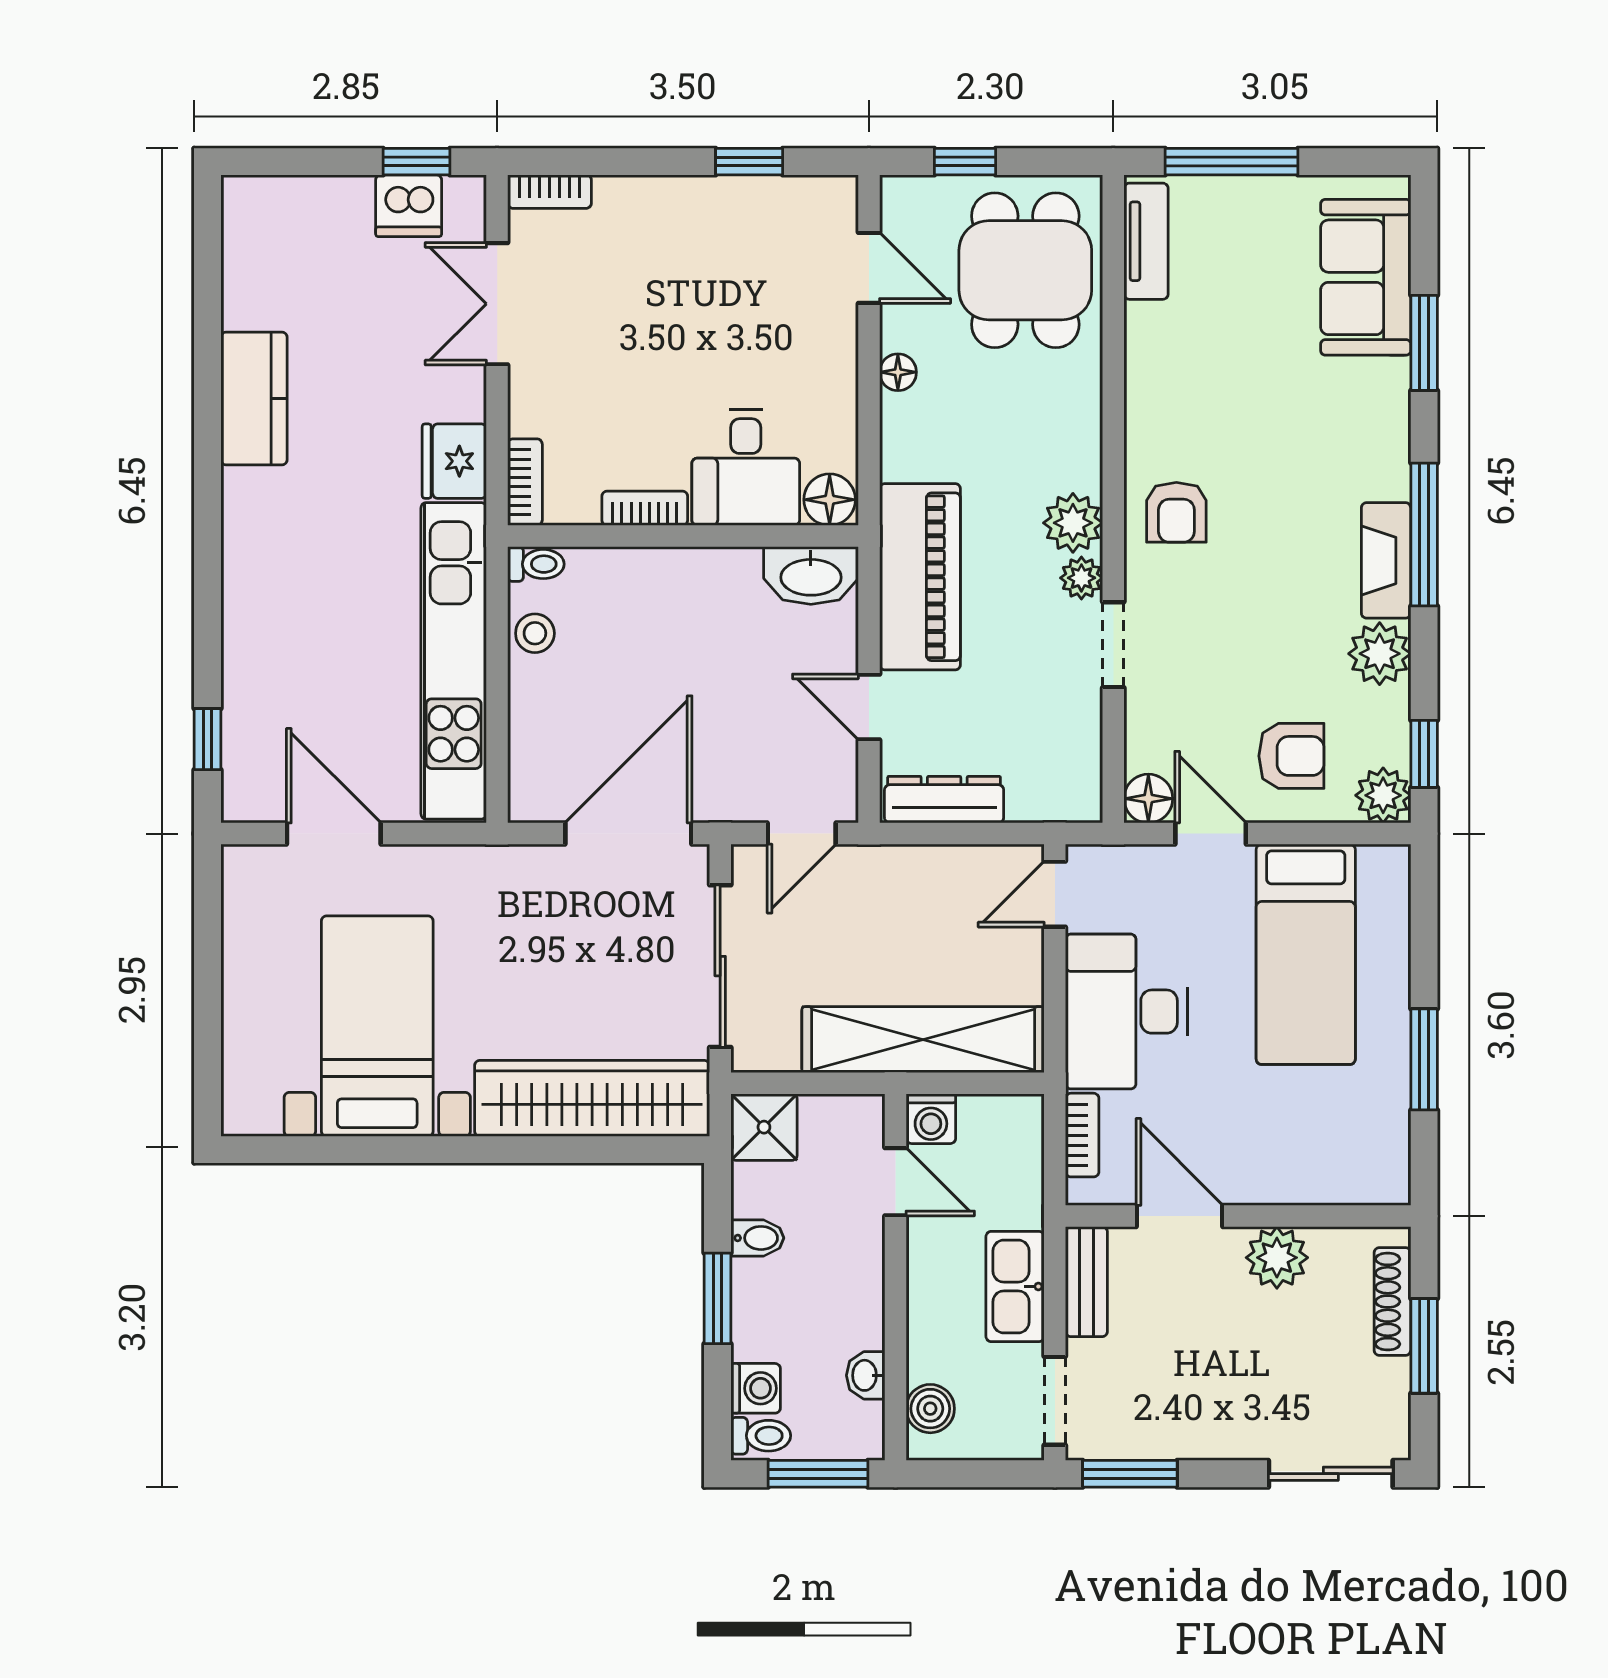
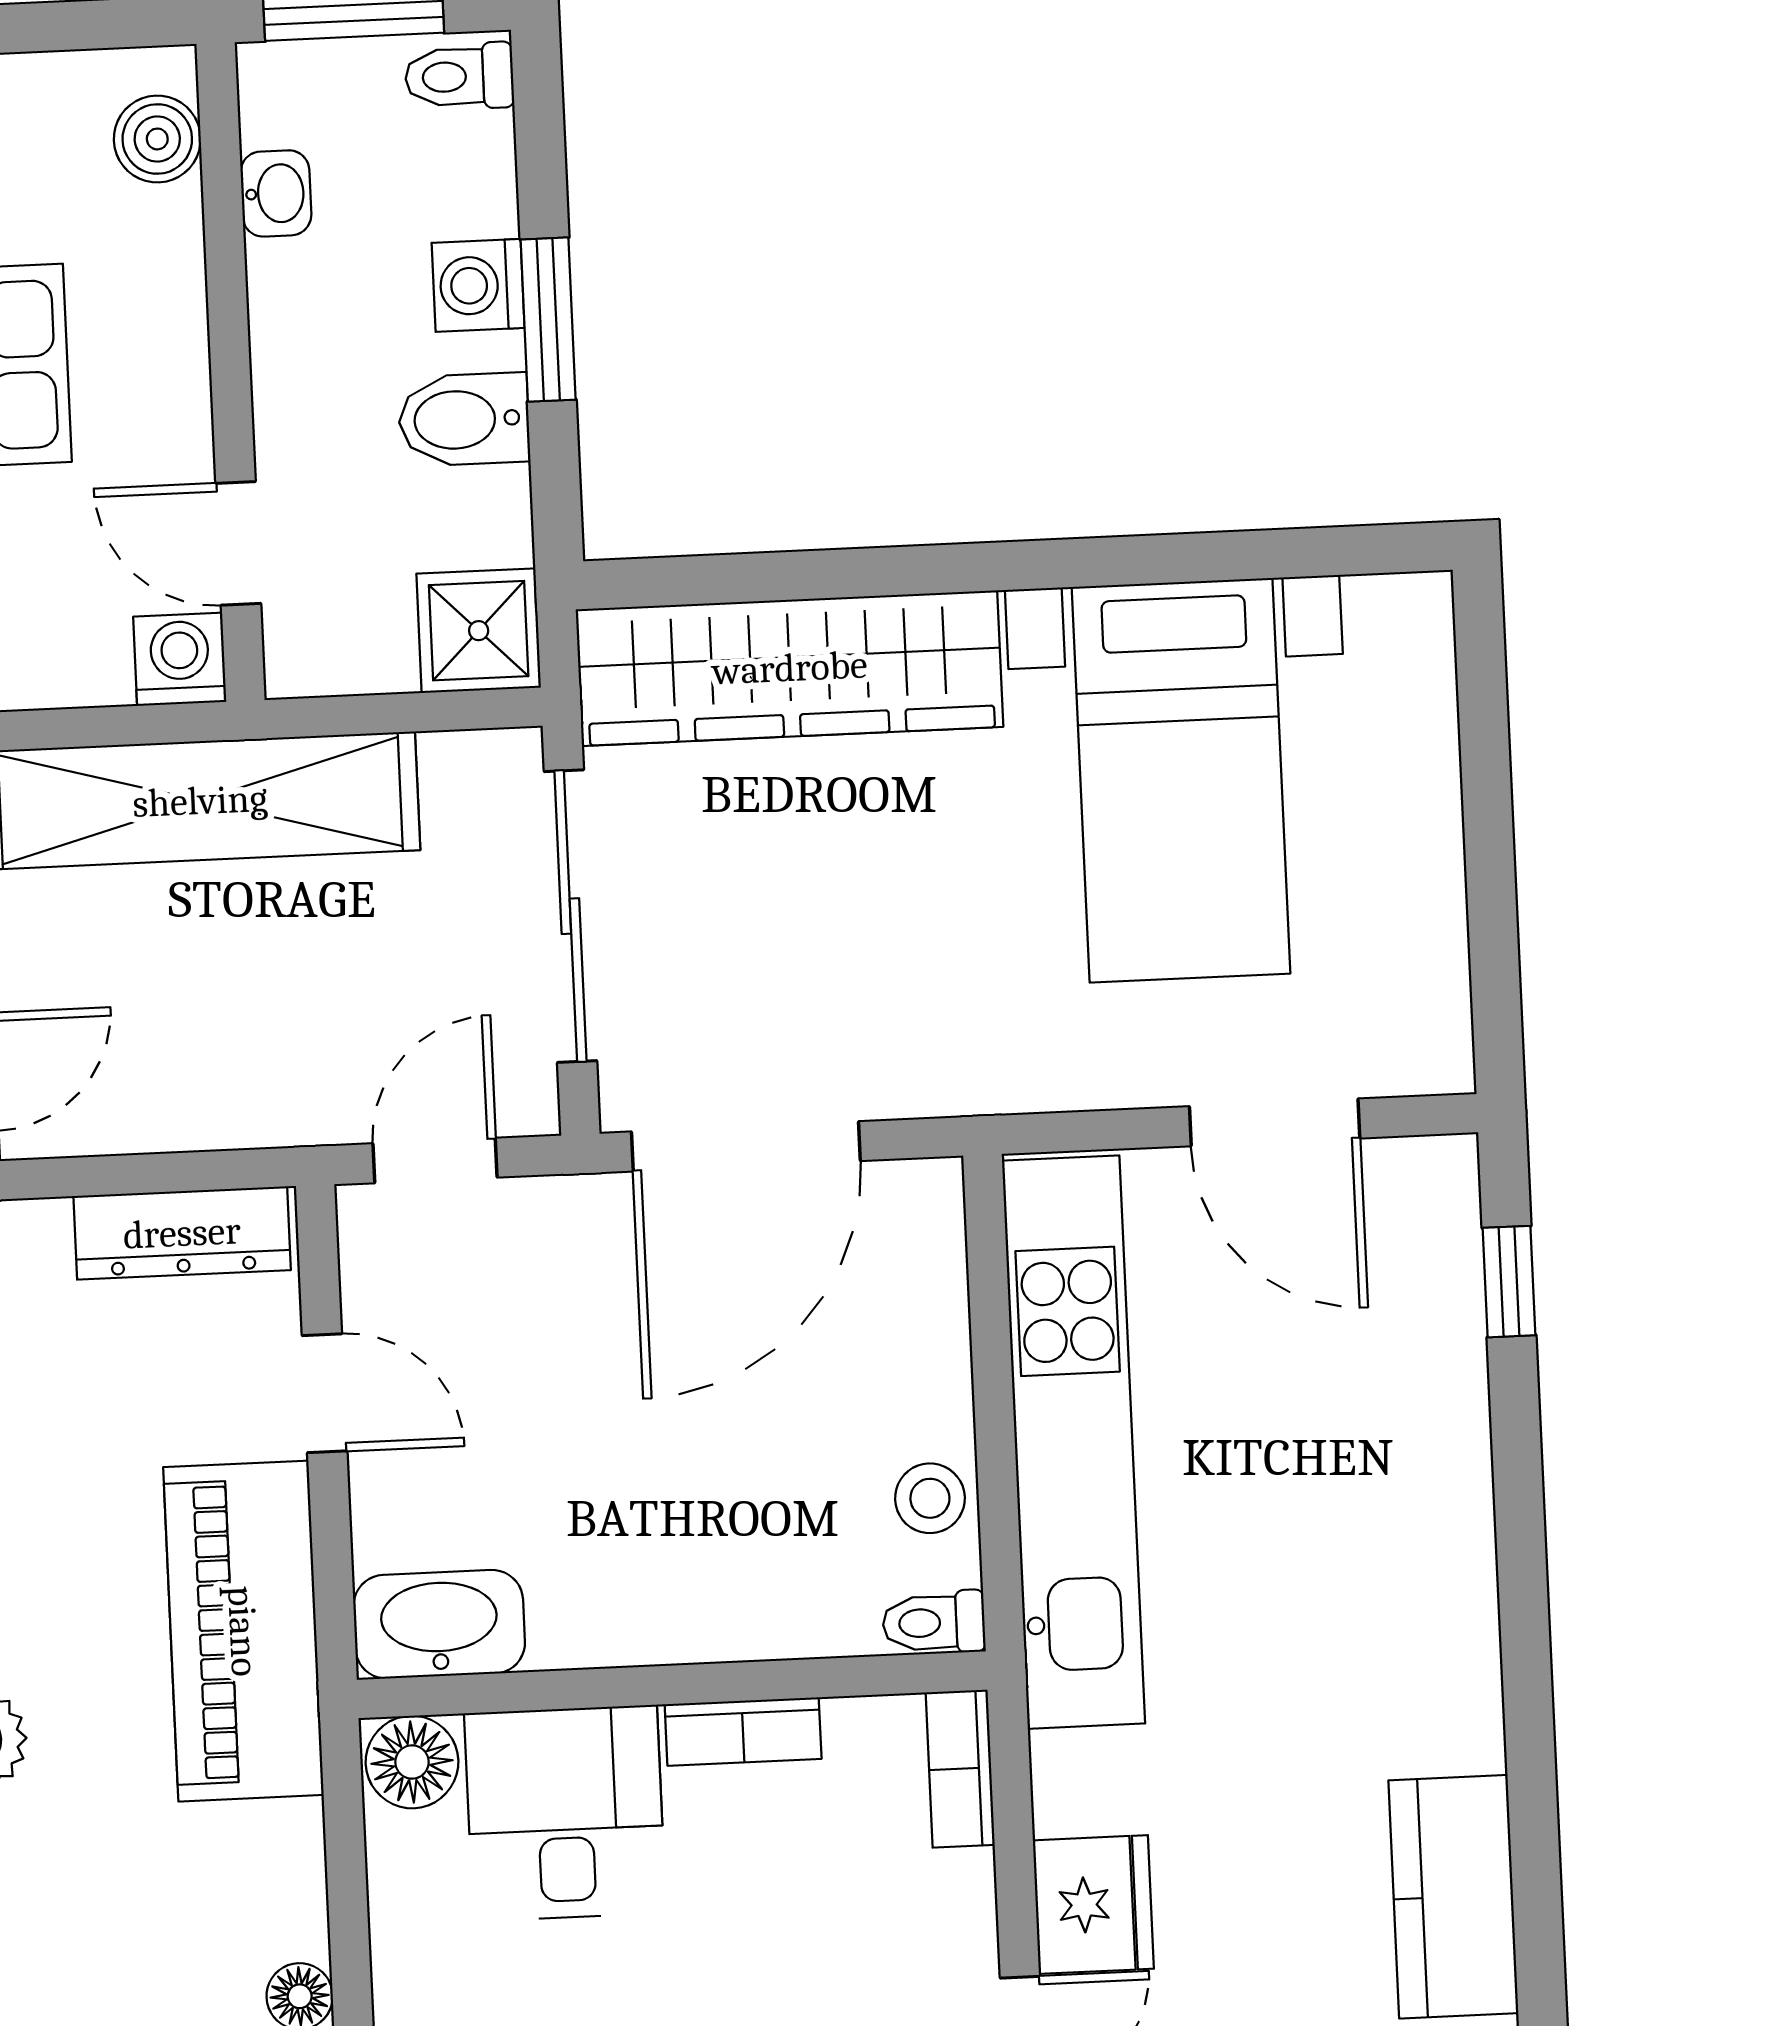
fridge: (454, 461) -> (1093, 1904), moved
bidet: (757, 1238) -> (464, 420), width x1.38, depth x1.36
washing machine: (756, 1388) -> (478, 285), moved

